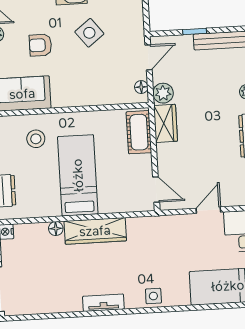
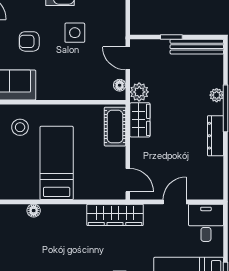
side table: (89, 33) -> (75, 33), turned 38
door: (148, 57) -> (128, 58), swing flipped
wardrobe: (95, 231) -> (115, 215), moved

